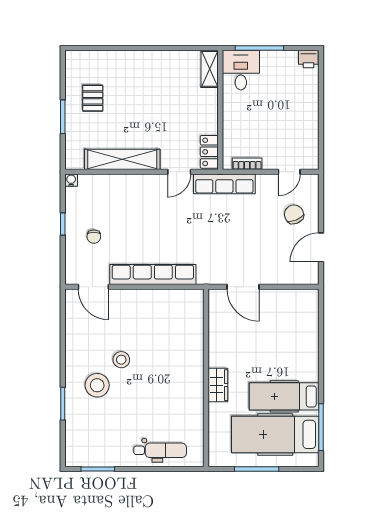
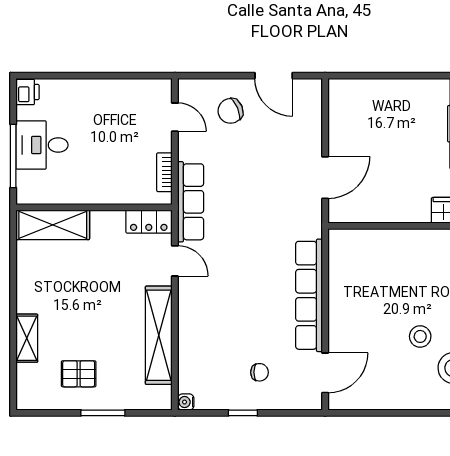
shelving: (120, 58) -> (27, 338), added
shelving: (210, 69) -> (53, 225), width x1.50, depth x1.33
desk: (241, 70) -> (42, 145), moved

